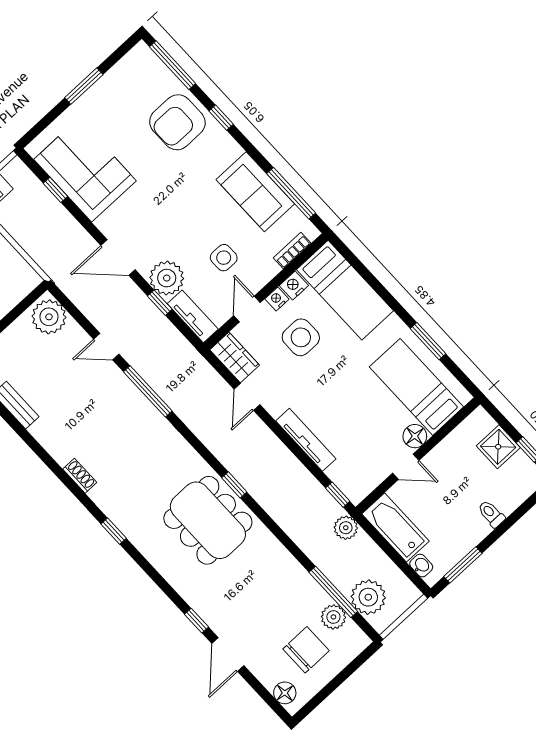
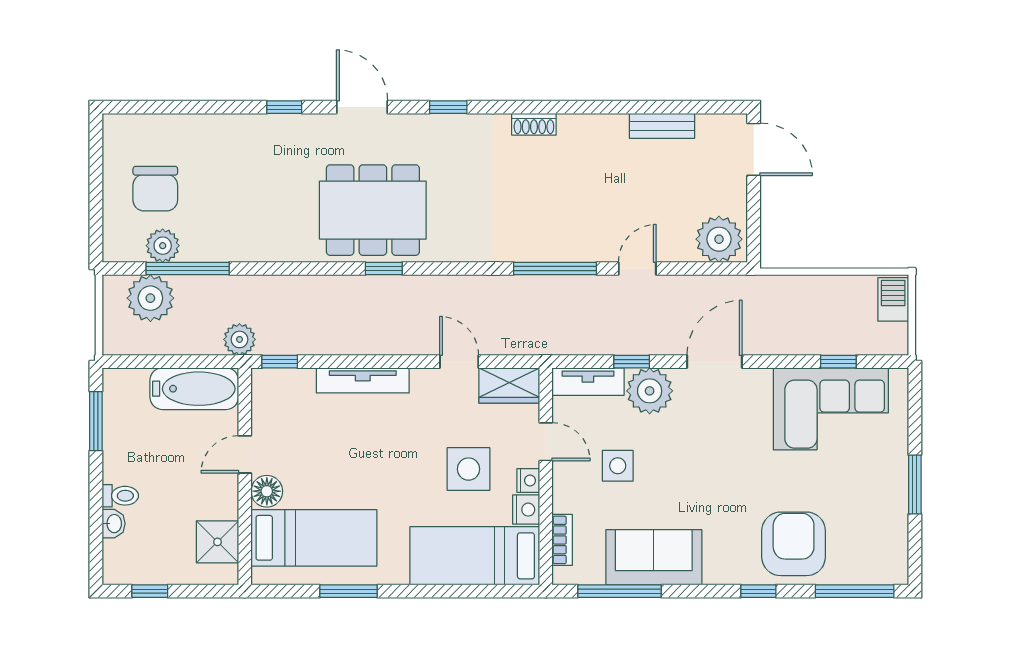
shower: (498, 447) -> (218, 542), moved
washbasin: (421, 566) -> (114, 524), moved, turned -90
door: (228, 654) -> (362, 107), moved
floor lamp: (285, 693) -> (132, 128), removed

